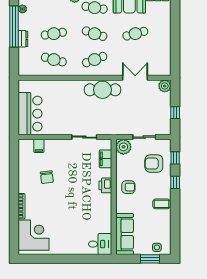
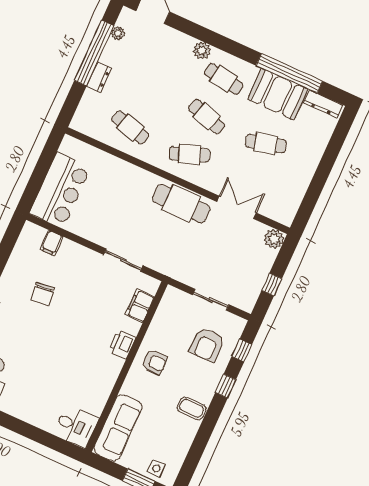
cafe table: (54, 34) -> (147, 90), removed
plant: (123, 147) -> (174, 300), removed
armchair: (154, 164) -> (207, 345), turned -90

